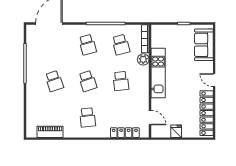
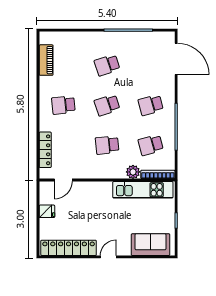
kitchen unit: (158, 73) -> (143, 190), moved

